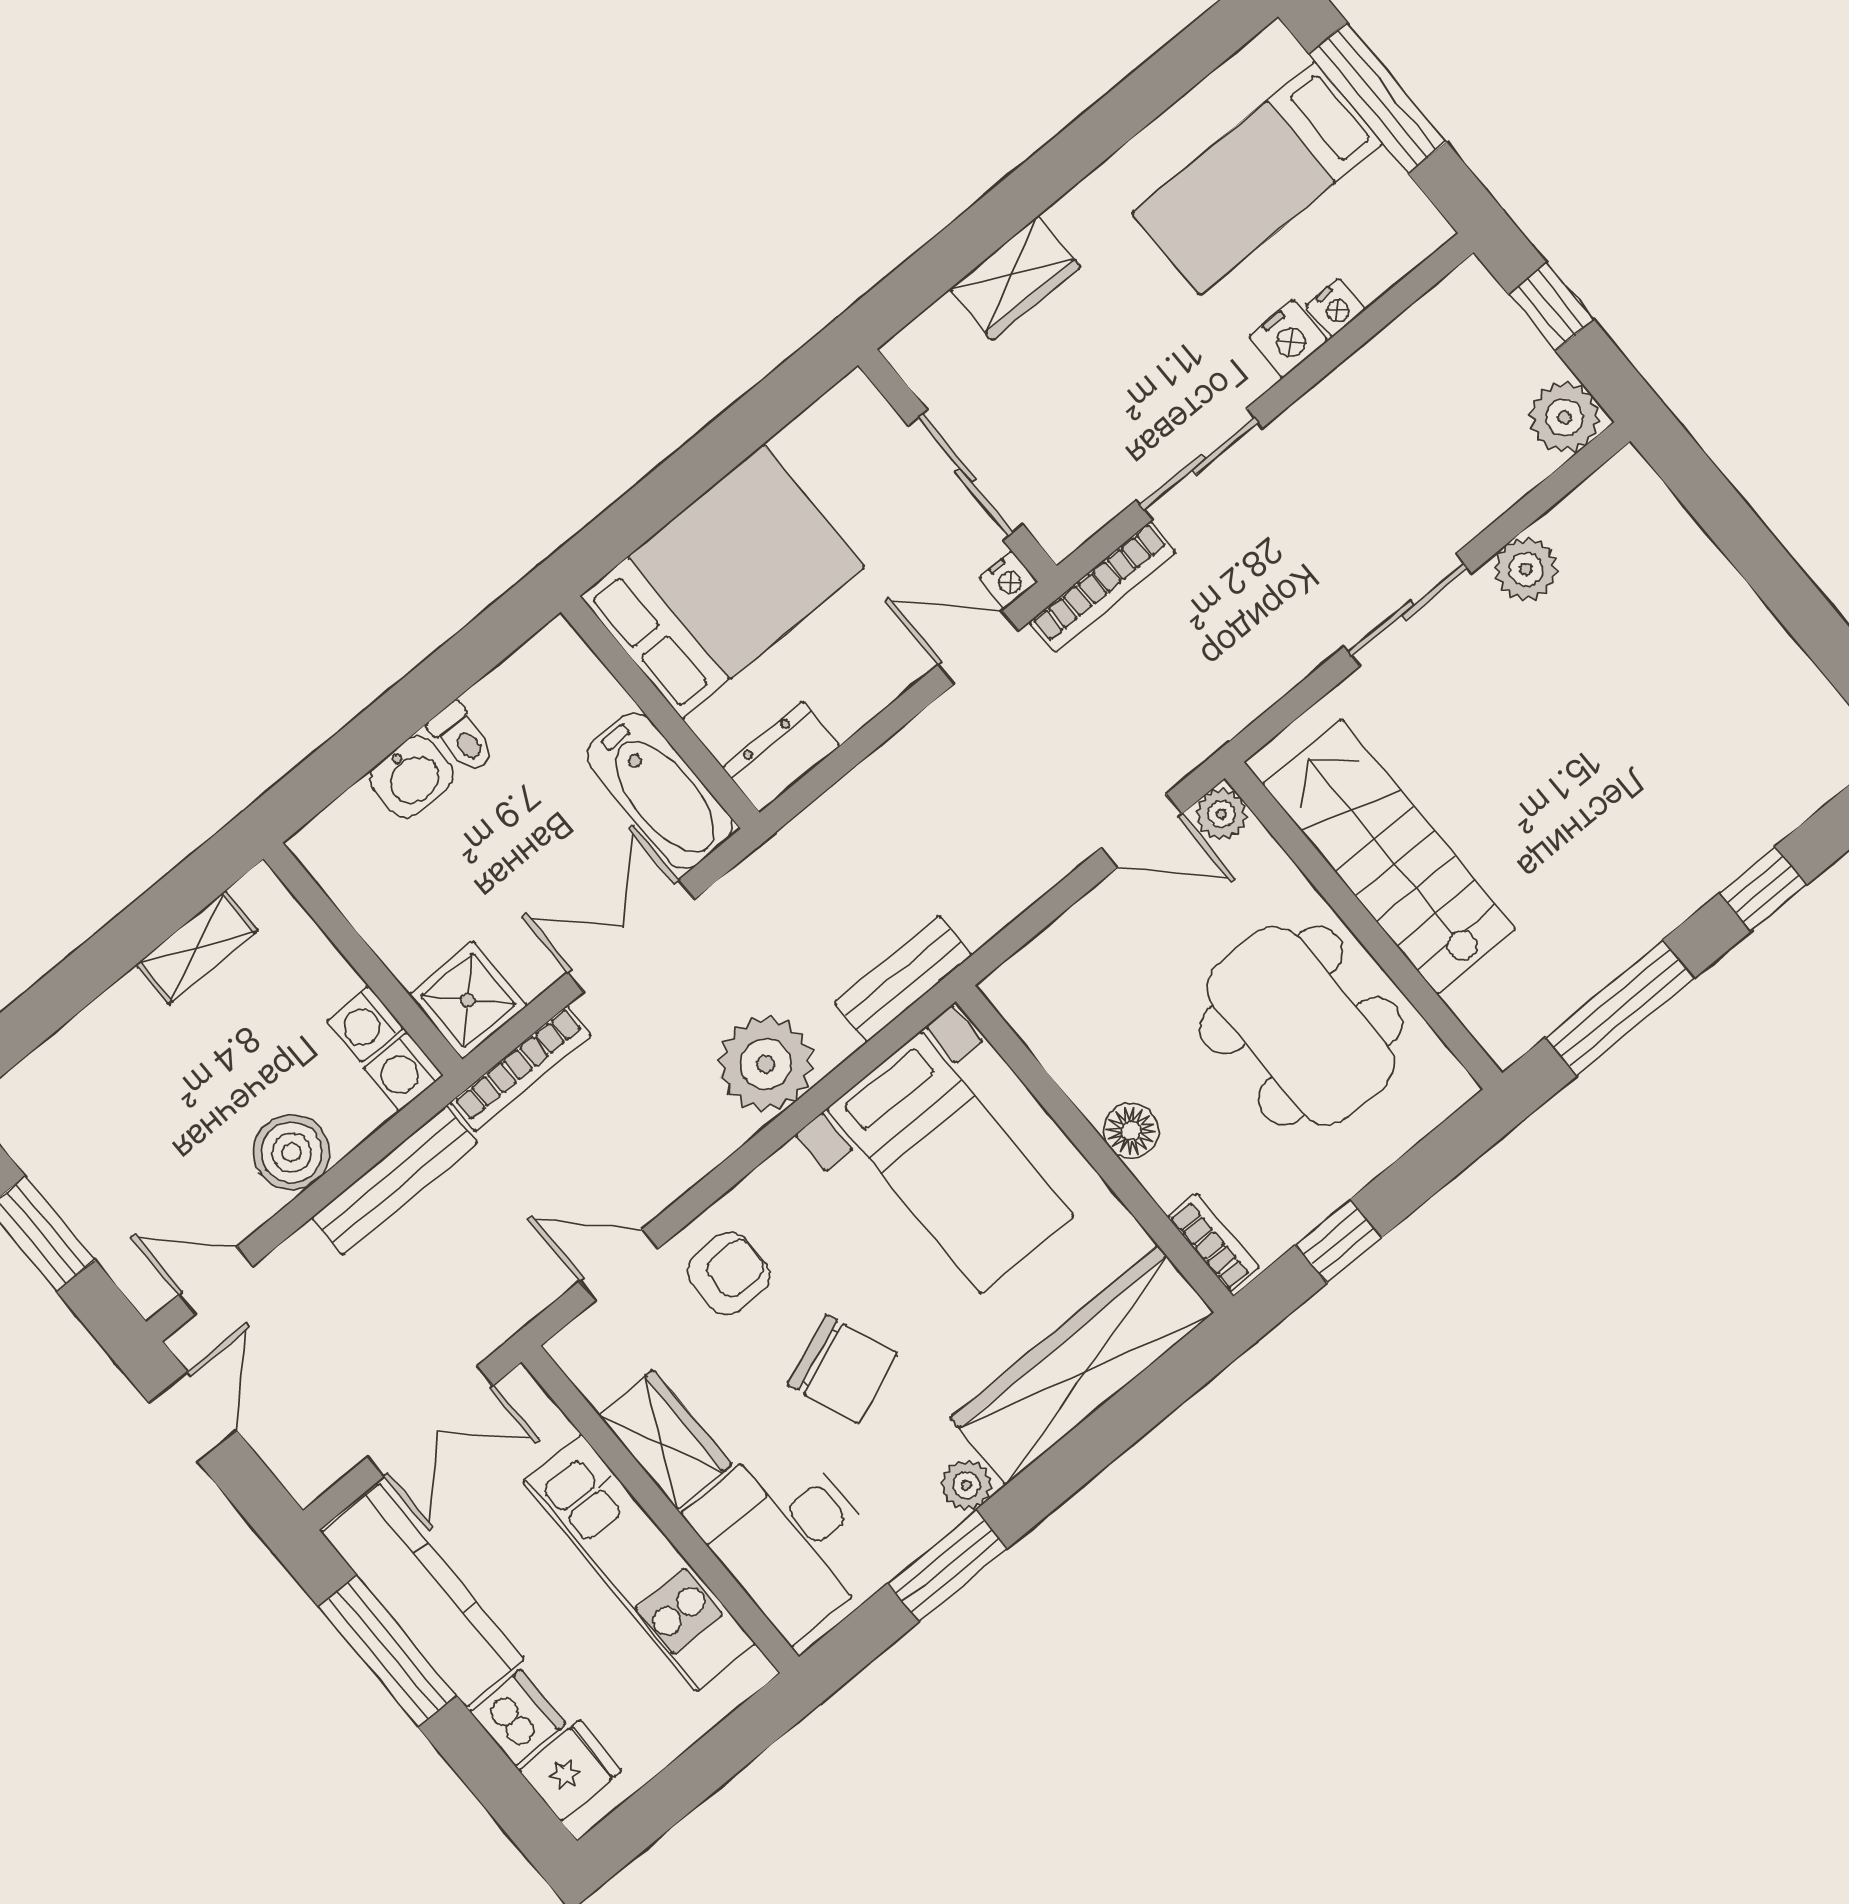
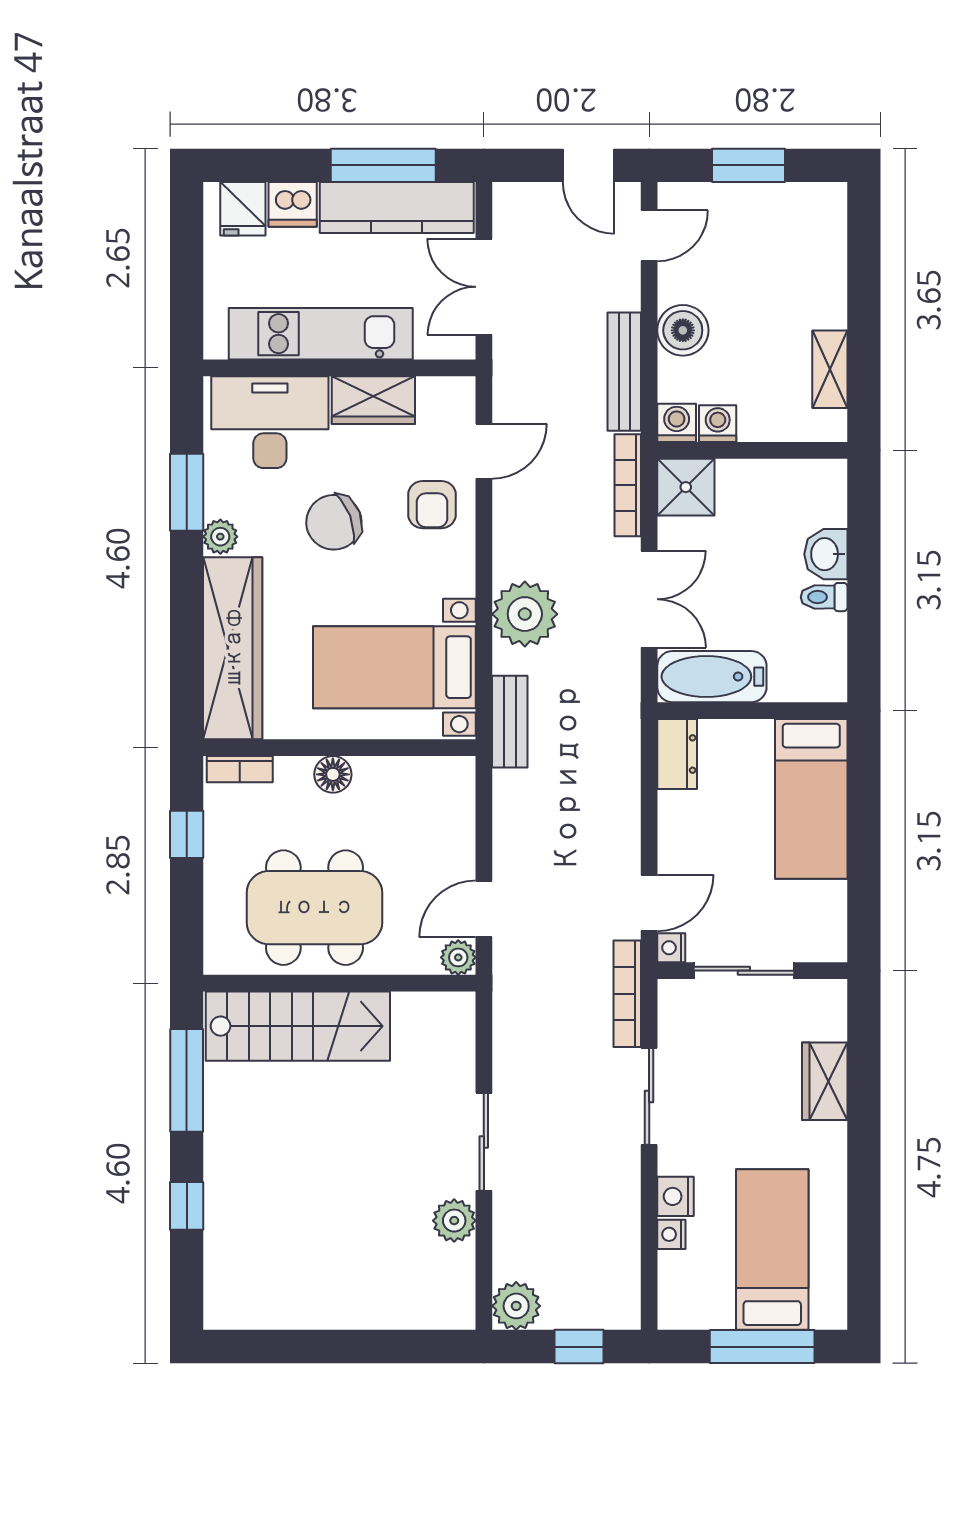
bed: (722, 582) -> (811, 799), width x0.67
stairs: (1389, 857) -> (298, 1026), moved

